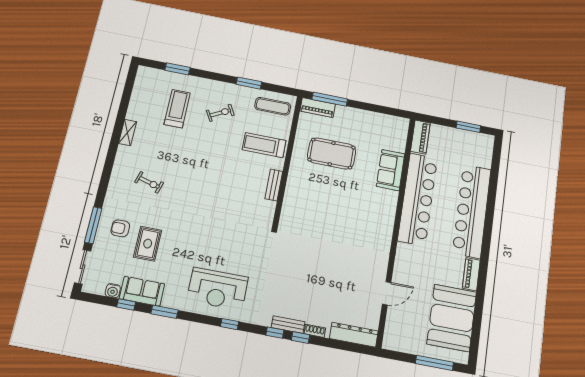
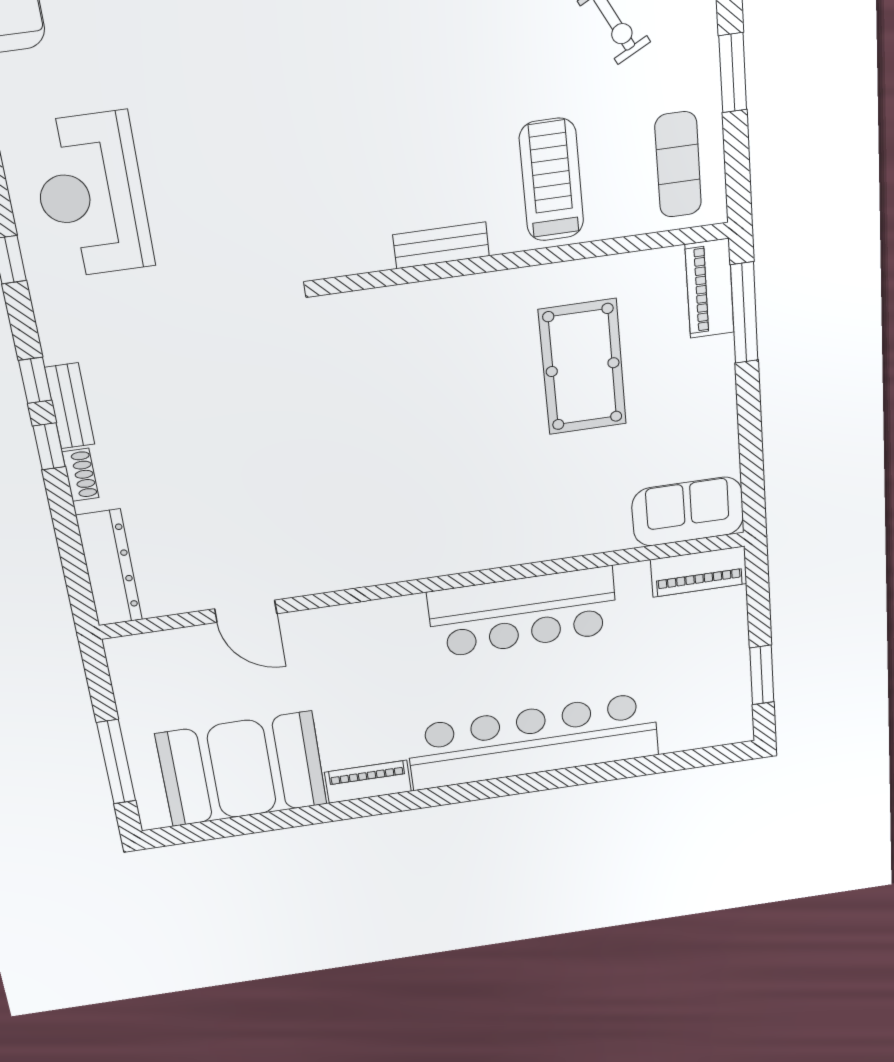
sofa: (391, 170) -> (688, 512), moved
bar counter: (418, 199) -> (523, 612), width x0.73

